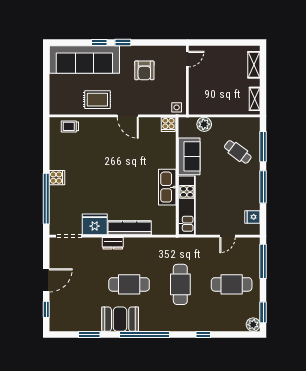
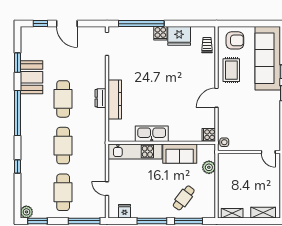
armchair: (144, 70) -> (235, 40), moved, turned 180
fridge: (95, 224) -> (179, 36), moved, turned 90
dresser: (113, 243) -> (101, 98), moved
cafe table: (180, 284) -> (63, 146), turned 90
booth: (120, 319) -> (31, 77), moved

